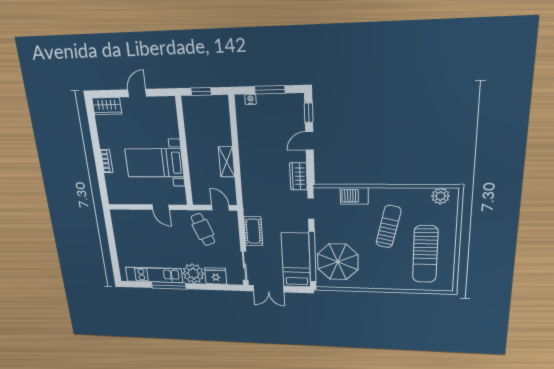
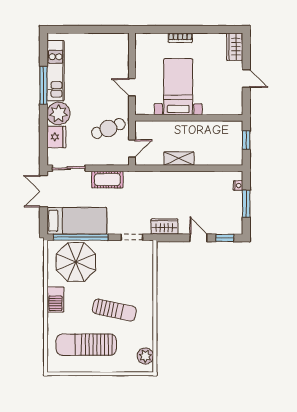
barbecue: (354, 196) -> (55, 299), moved, turned 180
door: (161, 207) -> (132, 87), hinge flipped

